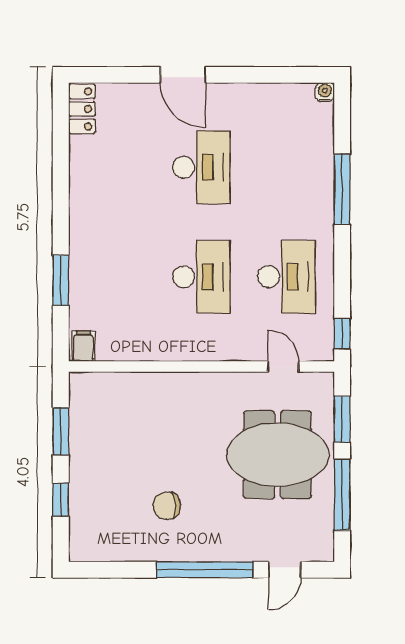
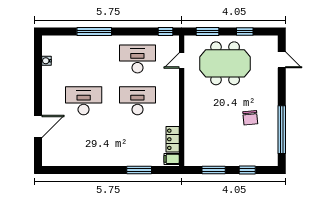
door: (183, 75) -> (38, 126), moved
water cooler: (325, 92) -> (47, 61), moved
locker: (82, 109) -> (173, 139), moved, turned -90
meeting table: (277, 455) -> (225, 63), turned 90
window: (342, 495) -> (245, 32), width x0.46
window: (205, 570) -> (282, 130), moved

